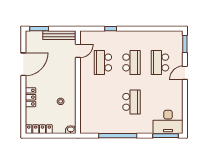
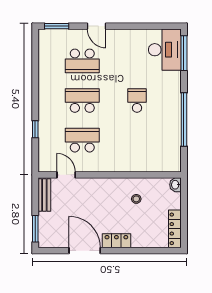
bench: (59, 35) -> (44, 195), width x0.73
school desk: (103, 62) -> (82, 140), turned 180
locker: (31, 97) -> (116, 241), moved
school desk: (131, 102) -> (137, 101), width x0.54

